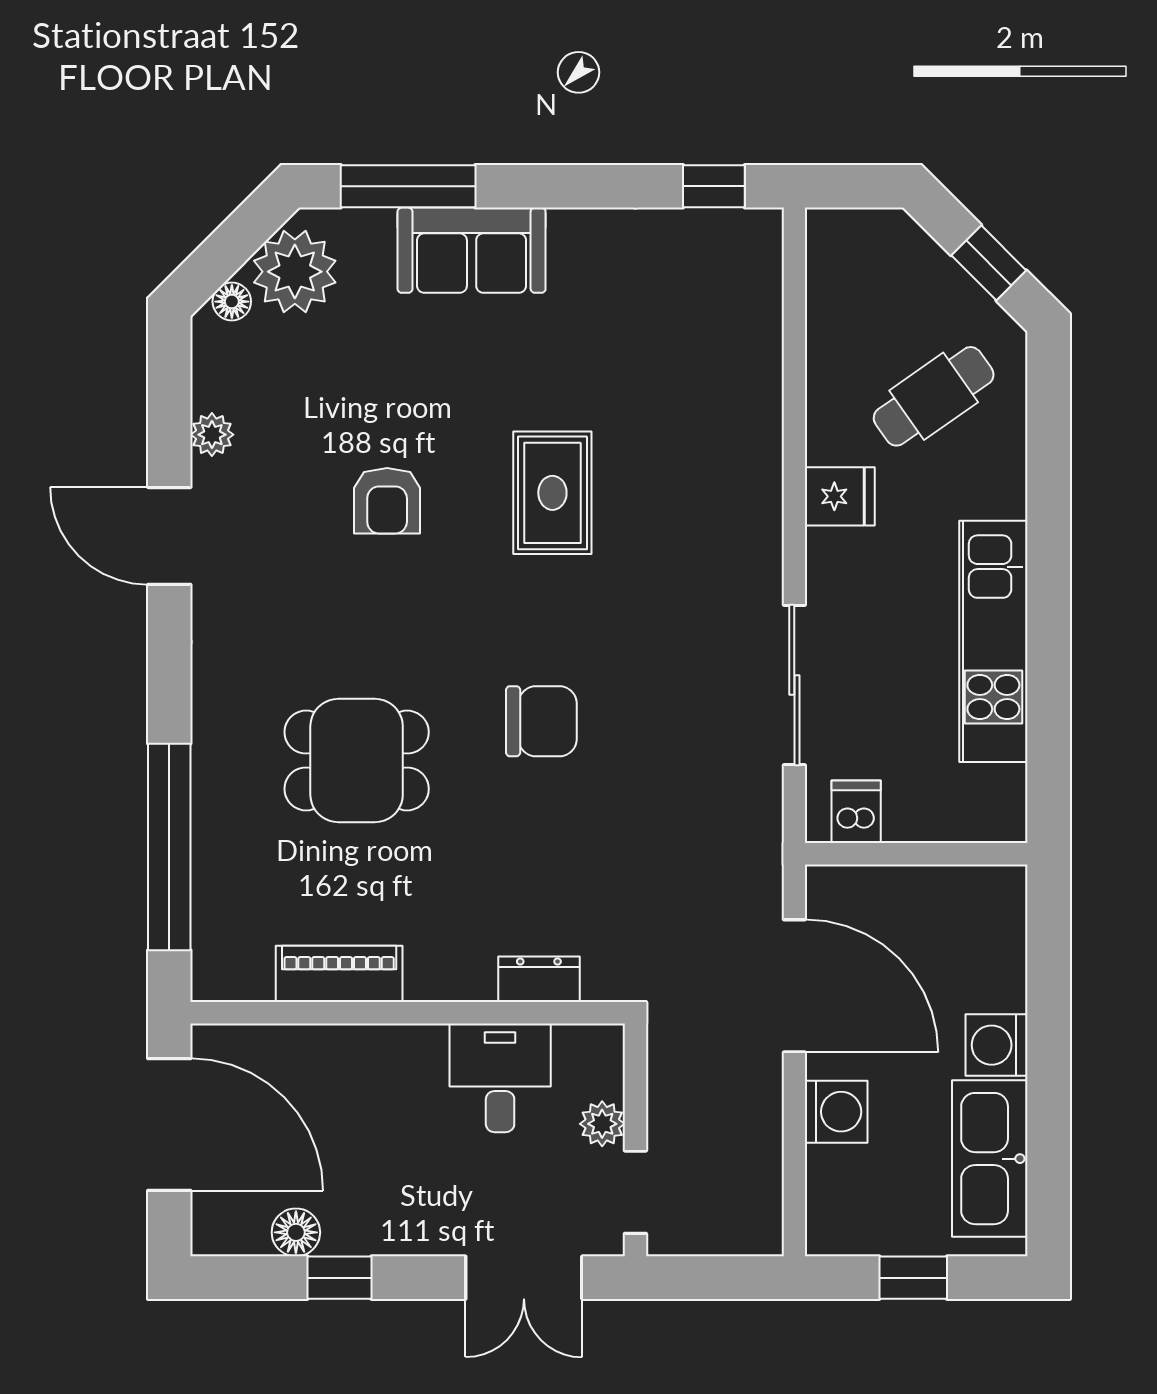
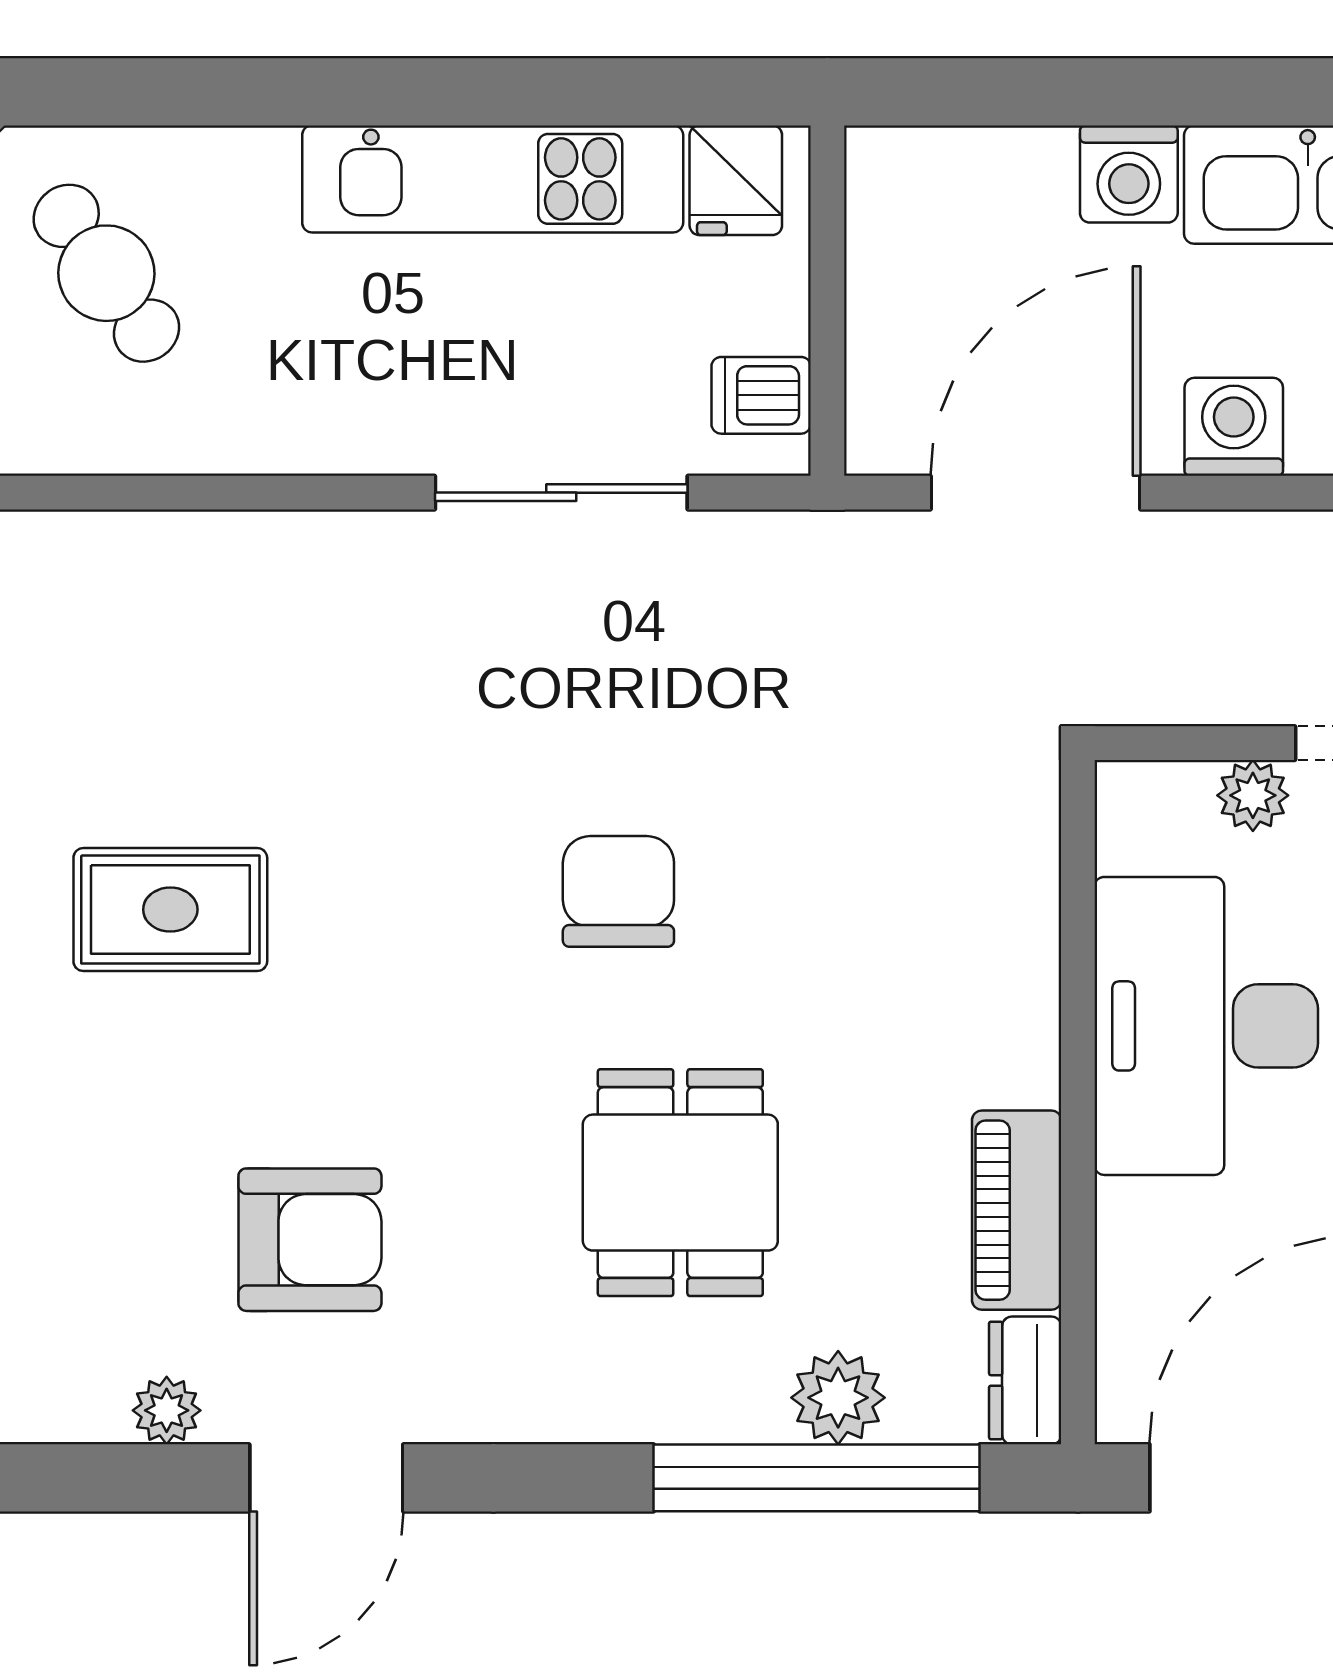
rug: (552, 493) -> (170, 910), moved
fridge: (840, 496) -> (736, 180), moved, turned 180
armchair: (387, 501) -> (310, 1240), moved, width x1.38, depth x1.38
plant: (220, 861) -> (838, 1398), added
dresser: (539, 979) -> (1025, 1380), moved
desk: (500, 1078) -> (1206, 1026), width x1.87, depth x1.30

